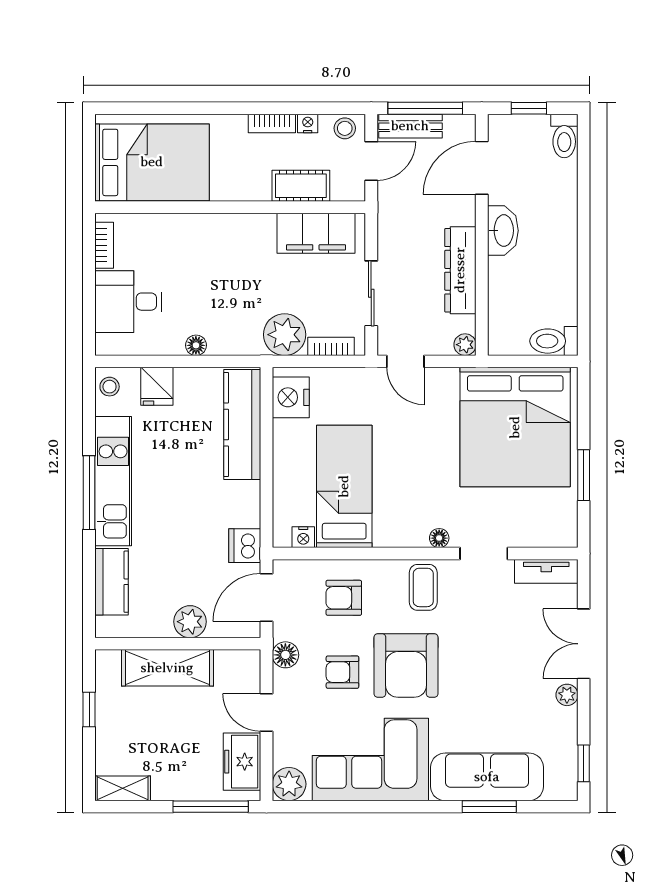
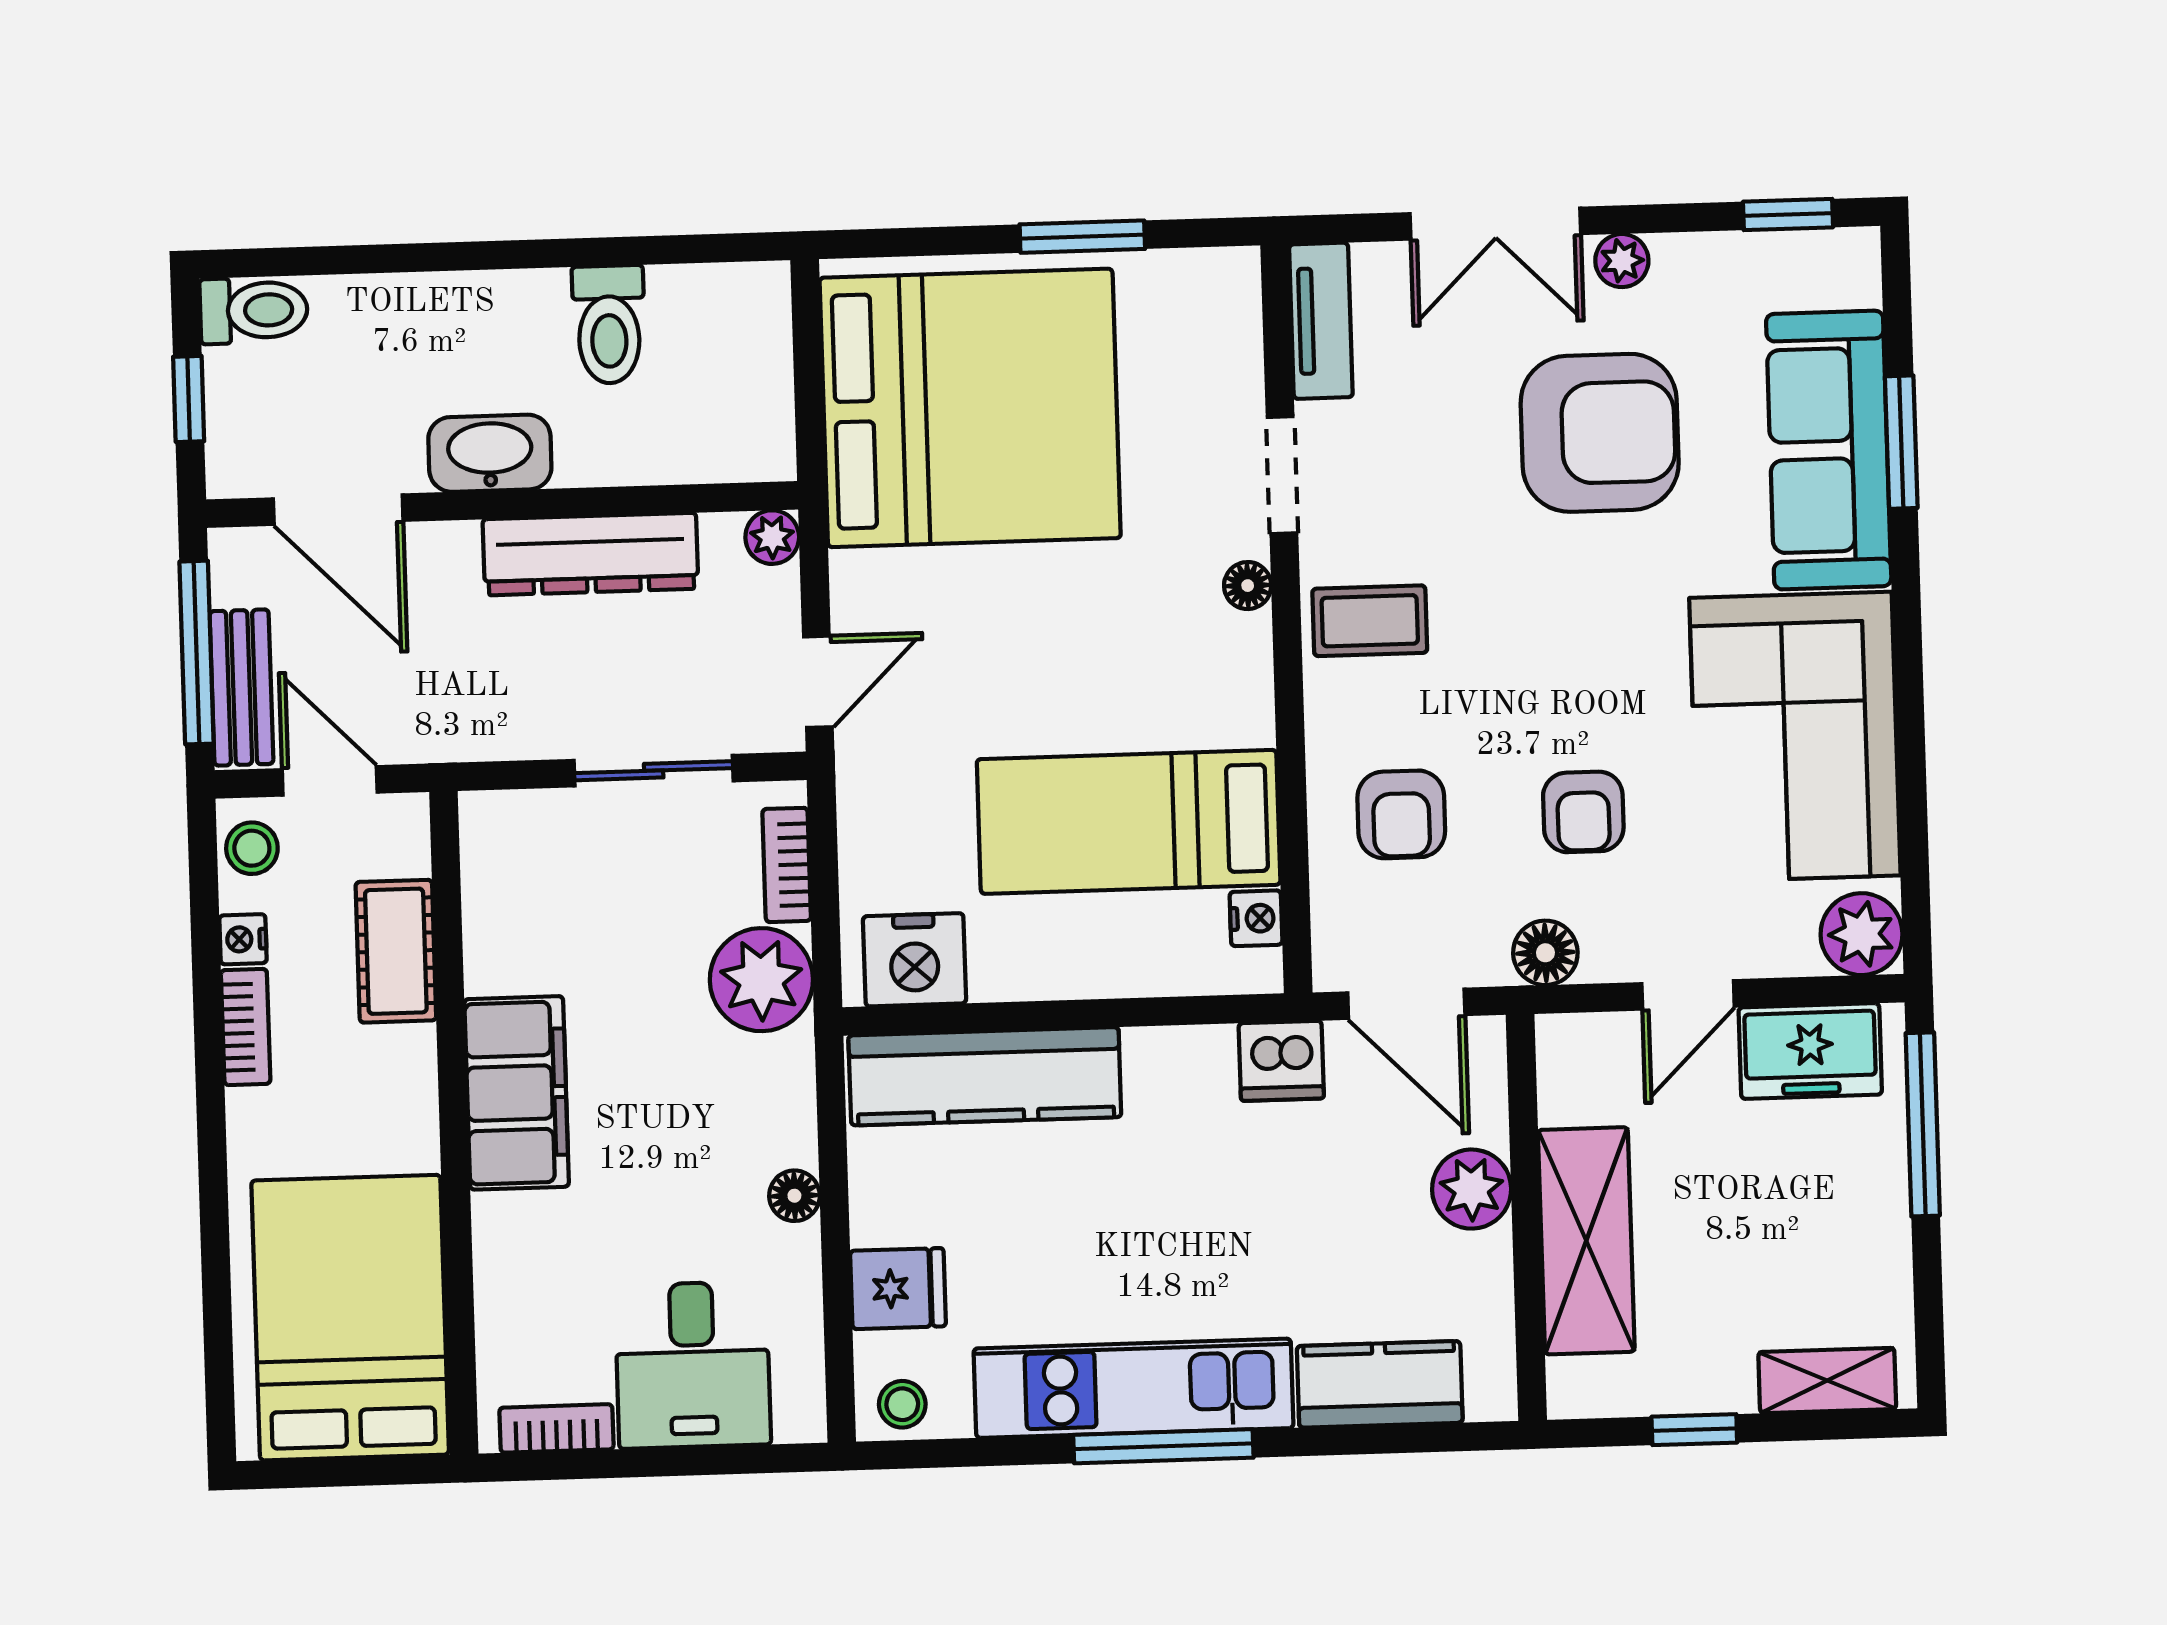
filing cabinet: (316, 233) -> (517, 1093), moved
toilet: (554, 341) -> (609, 325), moved
armchair: (406, 665) -> (1600, 433), moved
shelving: (123, 788) -> (1827, 1380), moved, turned 90

